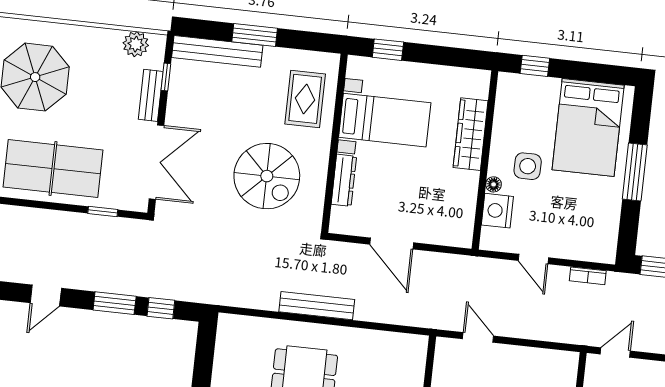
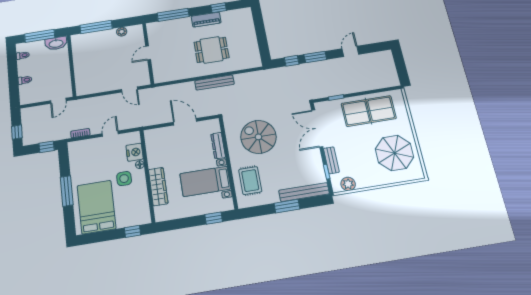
door: (533, 259) -> (110, 134), hinge flipped

